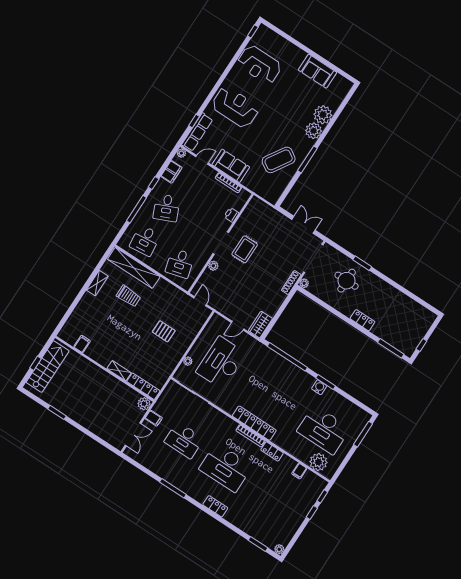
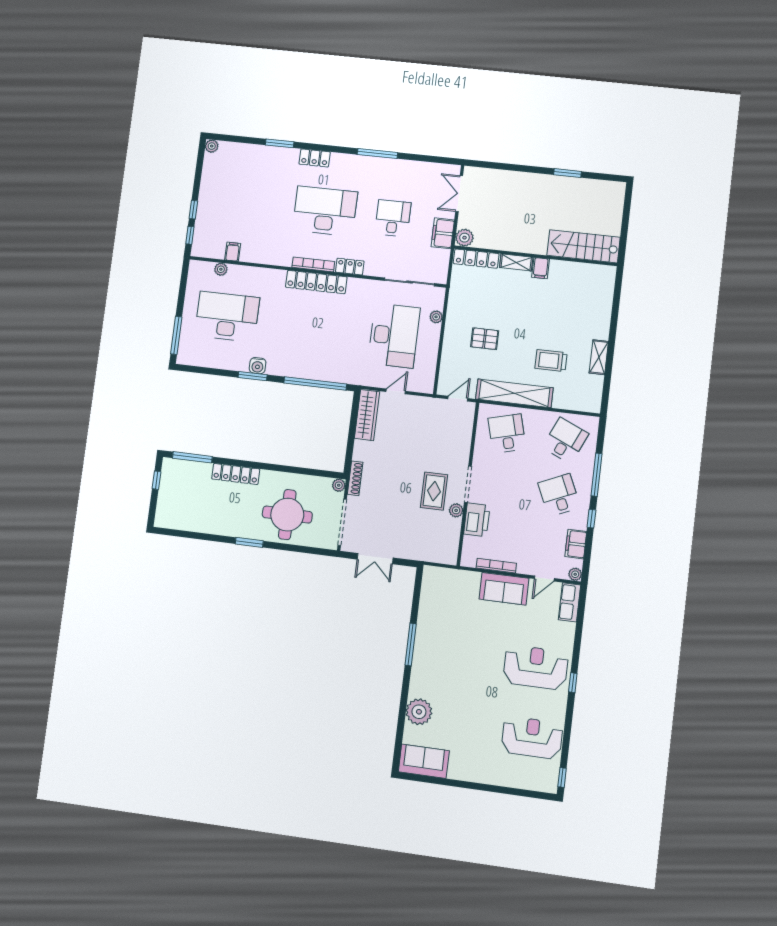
sofa: (317, 71) -> (424, 761), moved
reception desk: (235, 107) -> (536, 667), turned 180
window: (194, 121) -> (573, 683), moved
plant: (314, 131) -> (421, 685), removed
row of seats: (197, 132) -> (570, 602), width x0.68
coffee table: (279, 160) -> (447, 626), removed
printer: (231, 215) -> (477, 520), width x1.87, depth x1.48
desk: (145, 240) -> (565, 441), turned 30
window: (362, 263) -> (249, 542), moved
plant: (213, 266) -> (456, 510), moved
shelving: (134, 268) -> (514, 393), moved
round table: (347, 281) -> (287, 515), width x1.36, depth x1.36
door: (200, 301) -> (458, 399), swing flipped
locker: (362, 320) -> (236, 474), width x1.53
wardrobe: (260, 325) -> (367, 415), width x1.50
filing cabinet: (82, 344) -> (541, 268), moved
window: (36, 363) -> (626, 220), removed
stairs: (48, 367) -> (584, 246), moved, turned 90
filing cabinet: (154, 418) -> (443, 233), width x2.00
desk: (184, 440) -> (393, 218), width x0.73
locker: (272, 451) -> (350, 267), moved
plant: (318, 462) -> (221, 269), width x0.53, depth x0.53
window: (258, 544) -> (280, 143), moved

